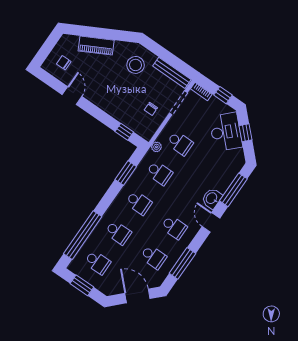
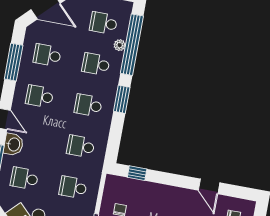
plant: (156, 147) -> (120, 45), moved
school desk: (215, 168) -> (24, 178), added
window: (126, 173) -> (122, 99), moved

